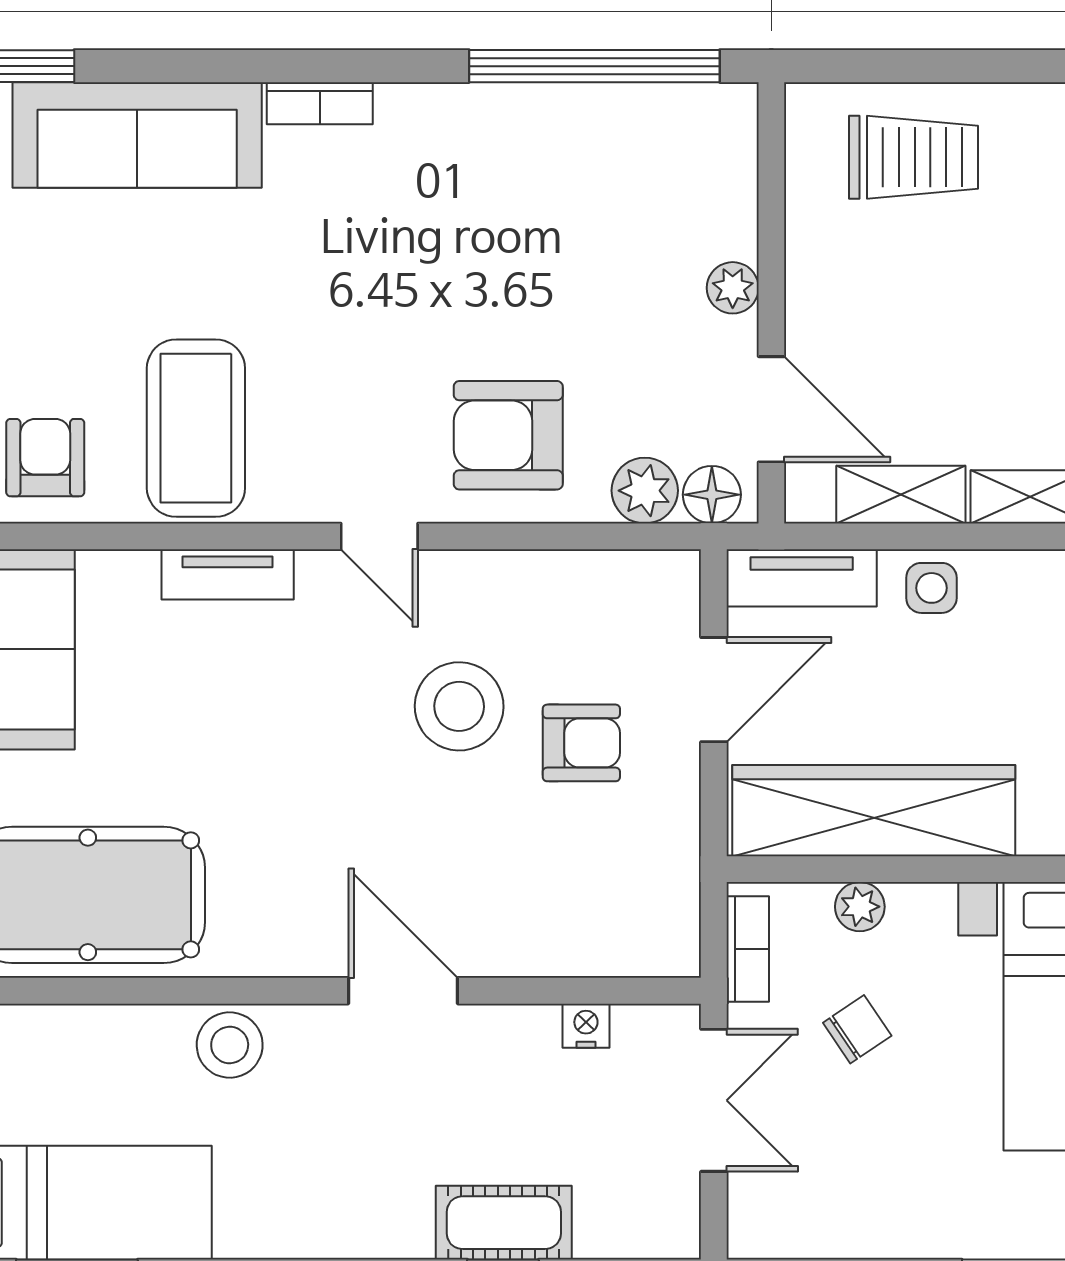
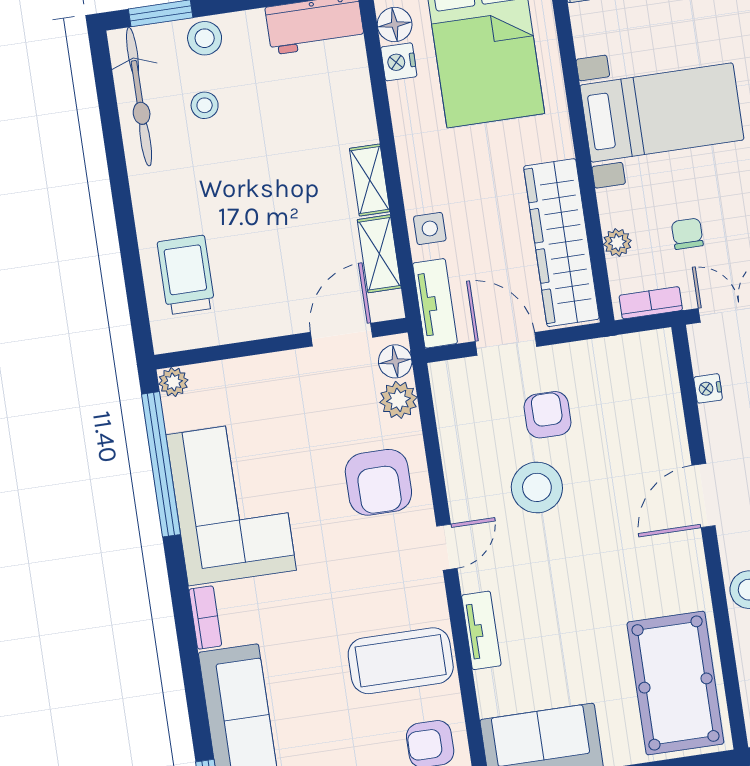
corner sofa: (511, 177) -> (231, 502), added
plant: (733, 288) -> (173, 382), moved
chair: (857, 1029) -> (687, 234), turned 34

